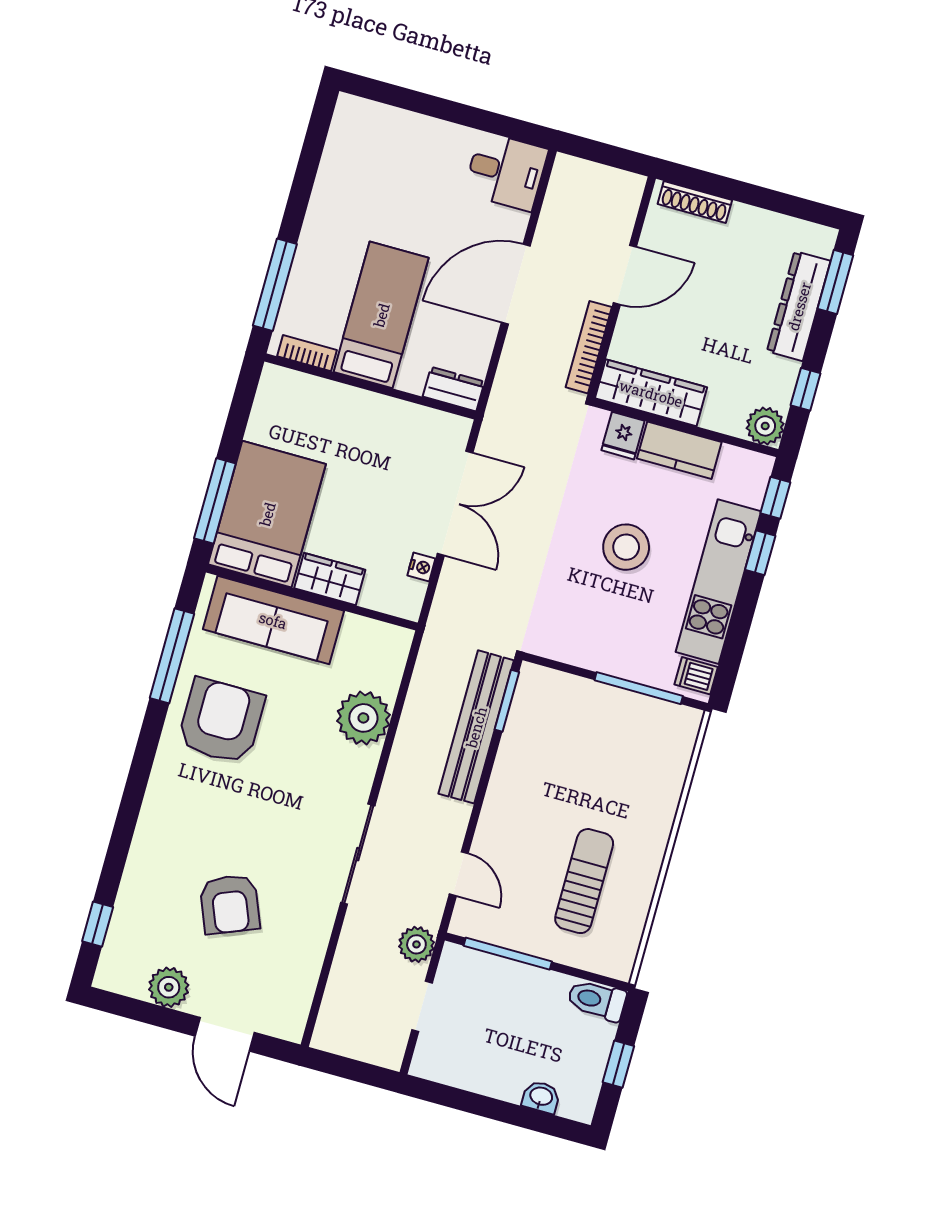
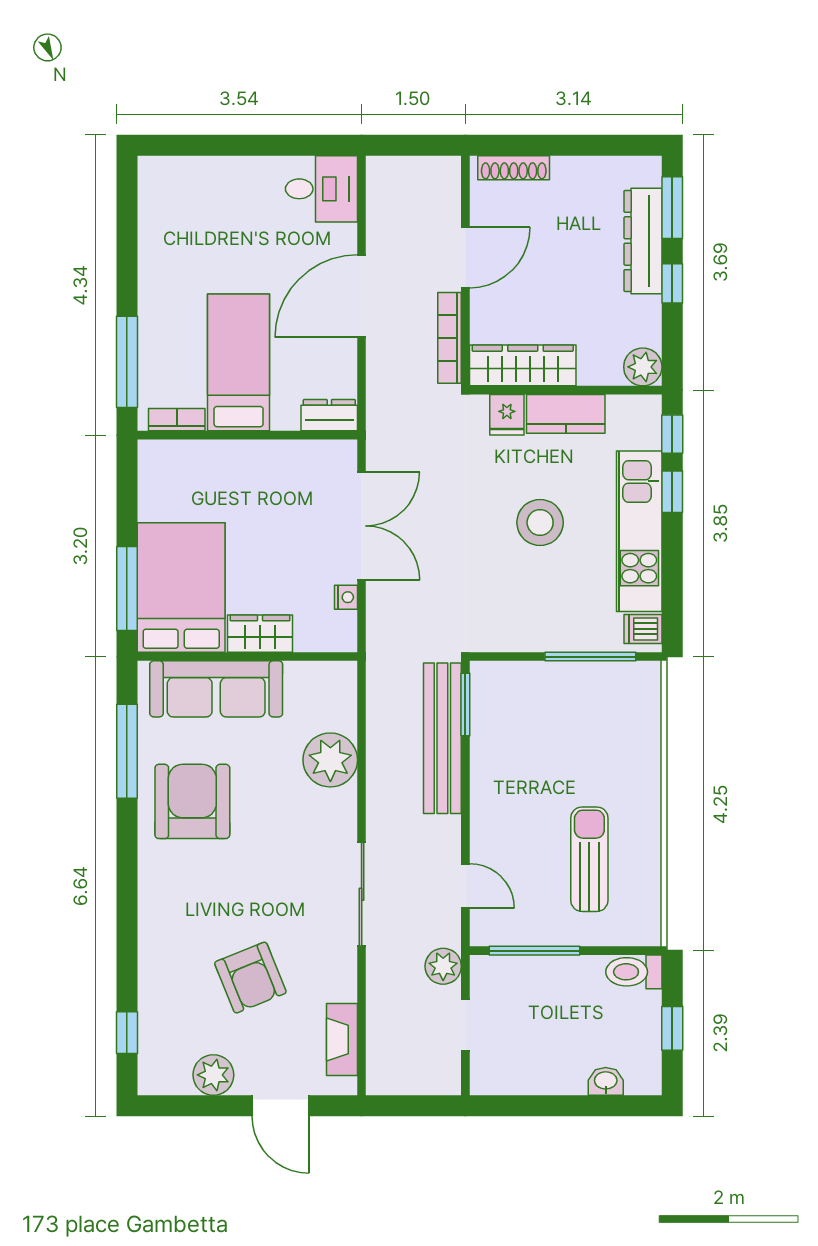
window: (806, 389) -> (672, 283), moved
fireplace: (301, 987) -> (342, 1040), added

